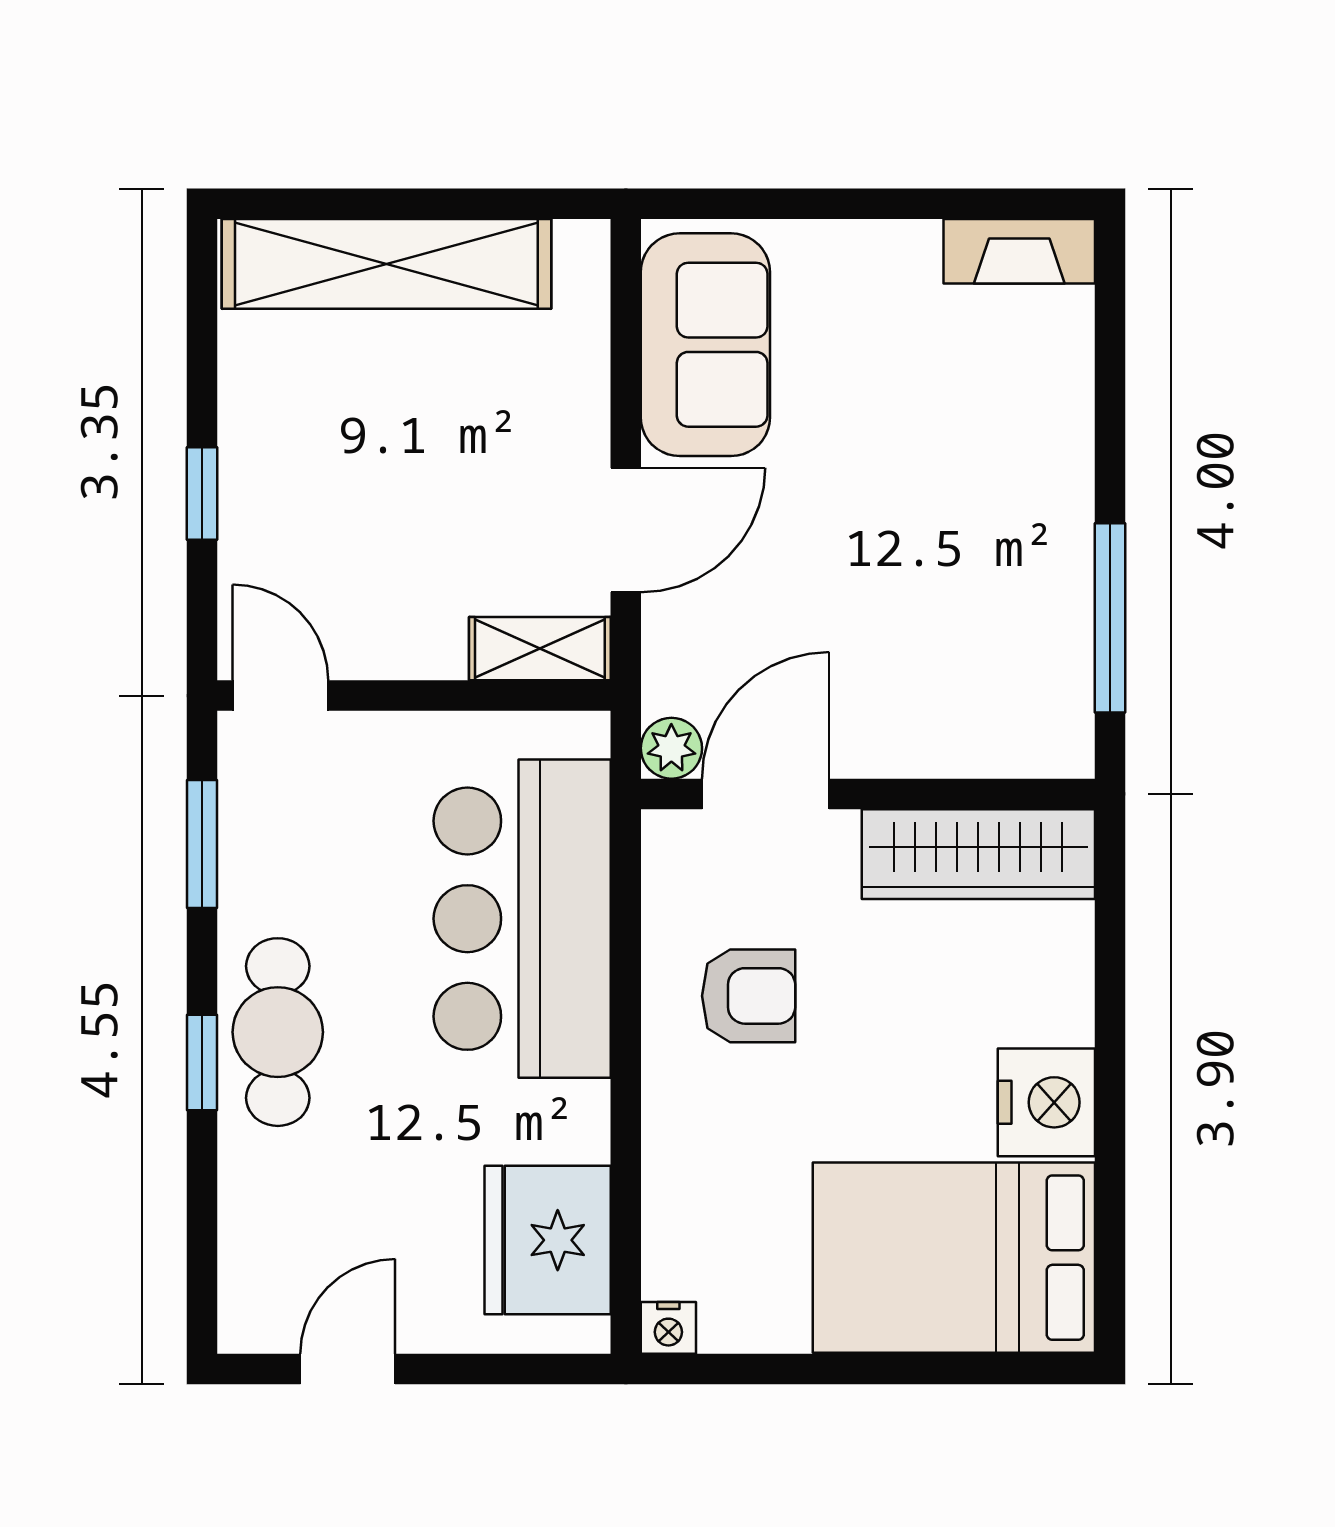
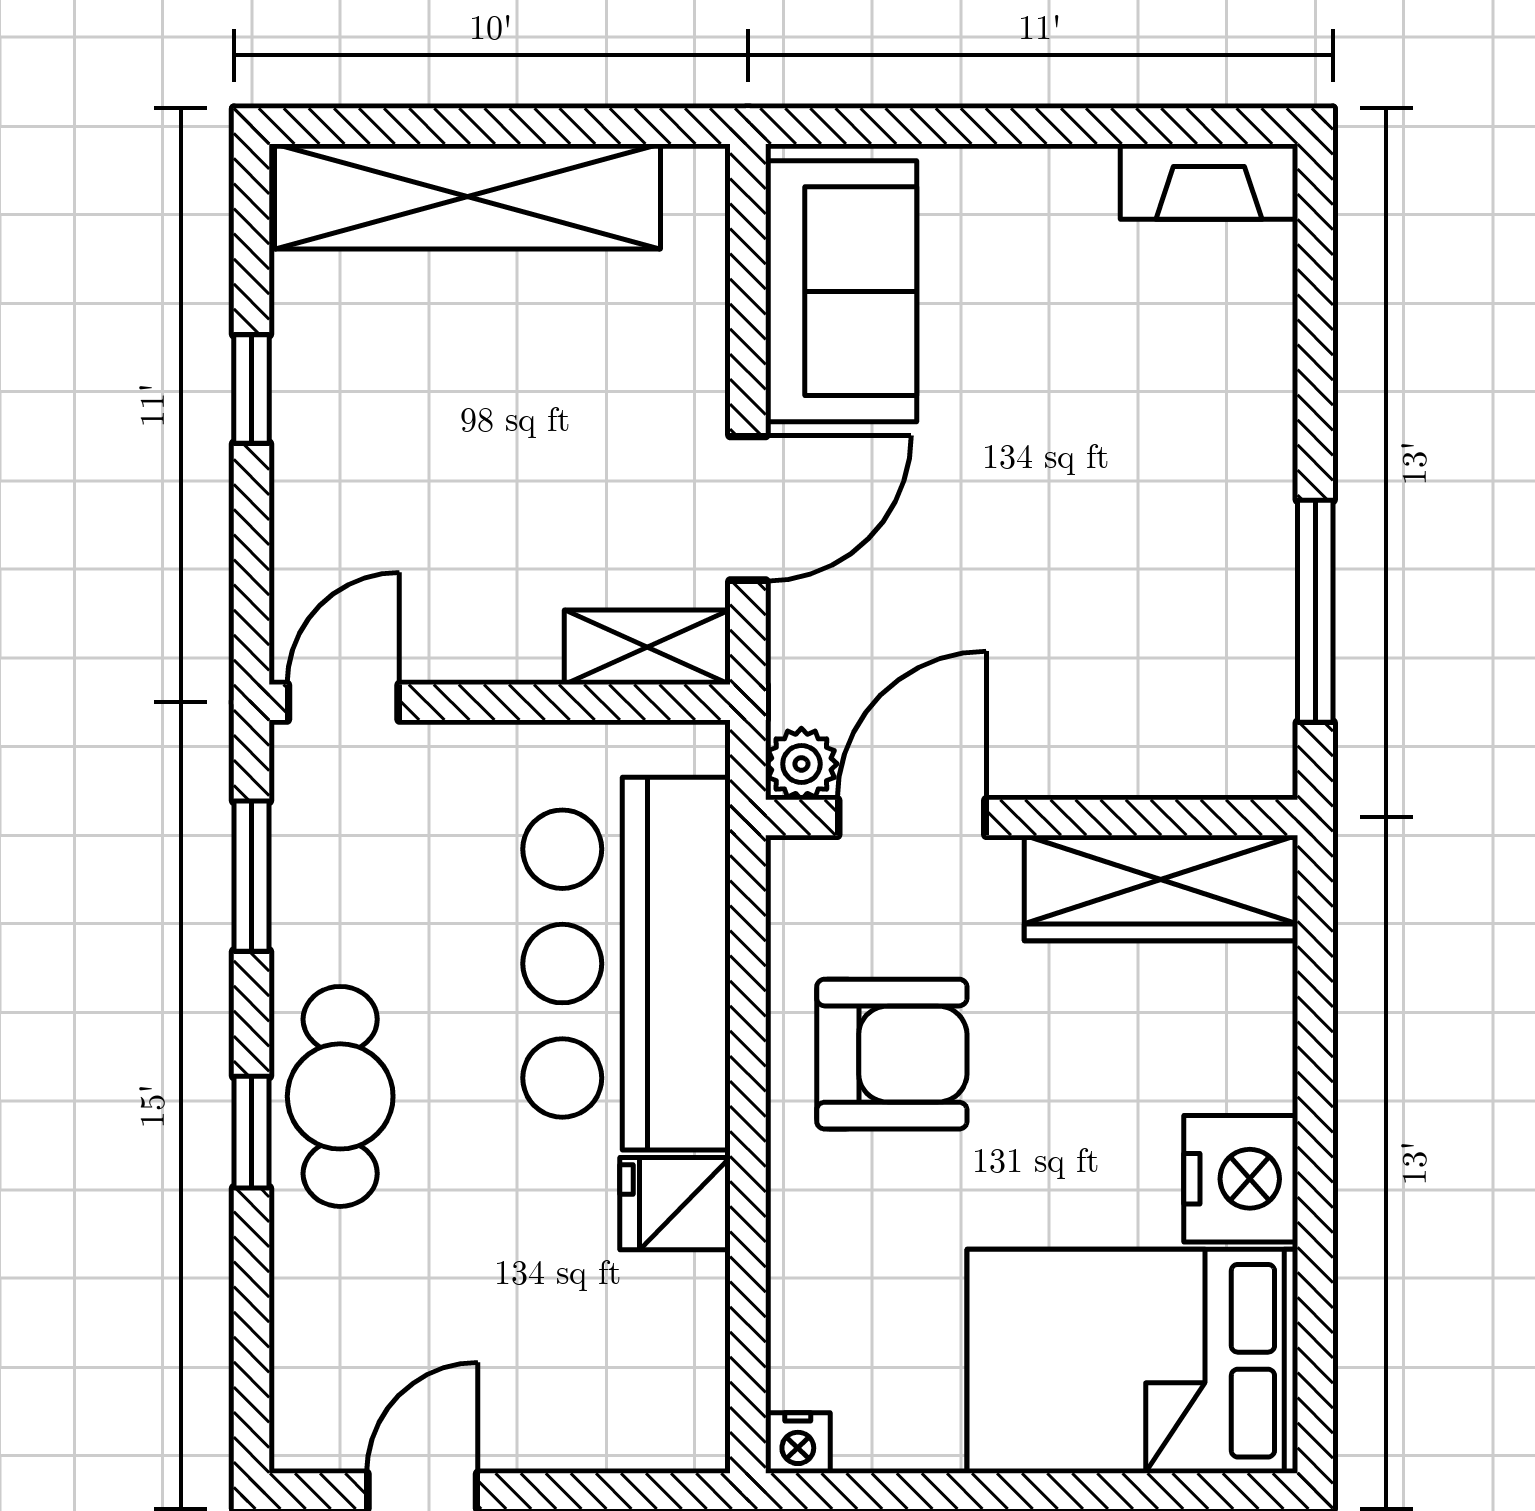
window: (202, 494) -> (252, 389), moved
door: (280, 696) -> (343, 702), hinge flipped
armchair: (749, 996) -> (892, 1054), width x1.38, depth x1.38
fridge: (548, 1240) -> (675, 1204), moved, width x0.53, depth x0.75

